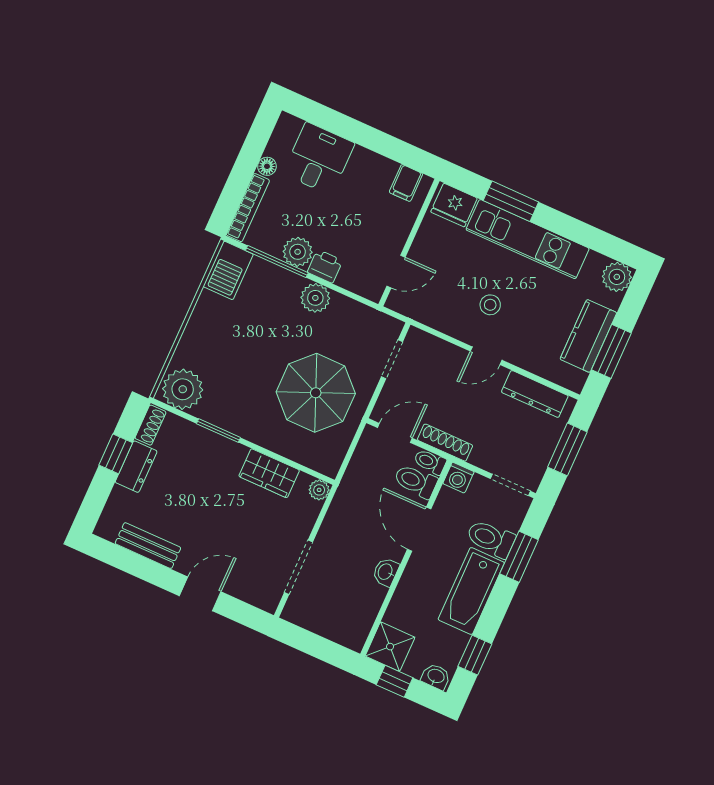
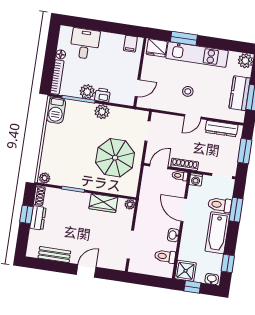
plant: (183, 389) -> (45, 178), width x0.53, depth x0.53
toilet: (416, 481) -> (165, 256), moved

